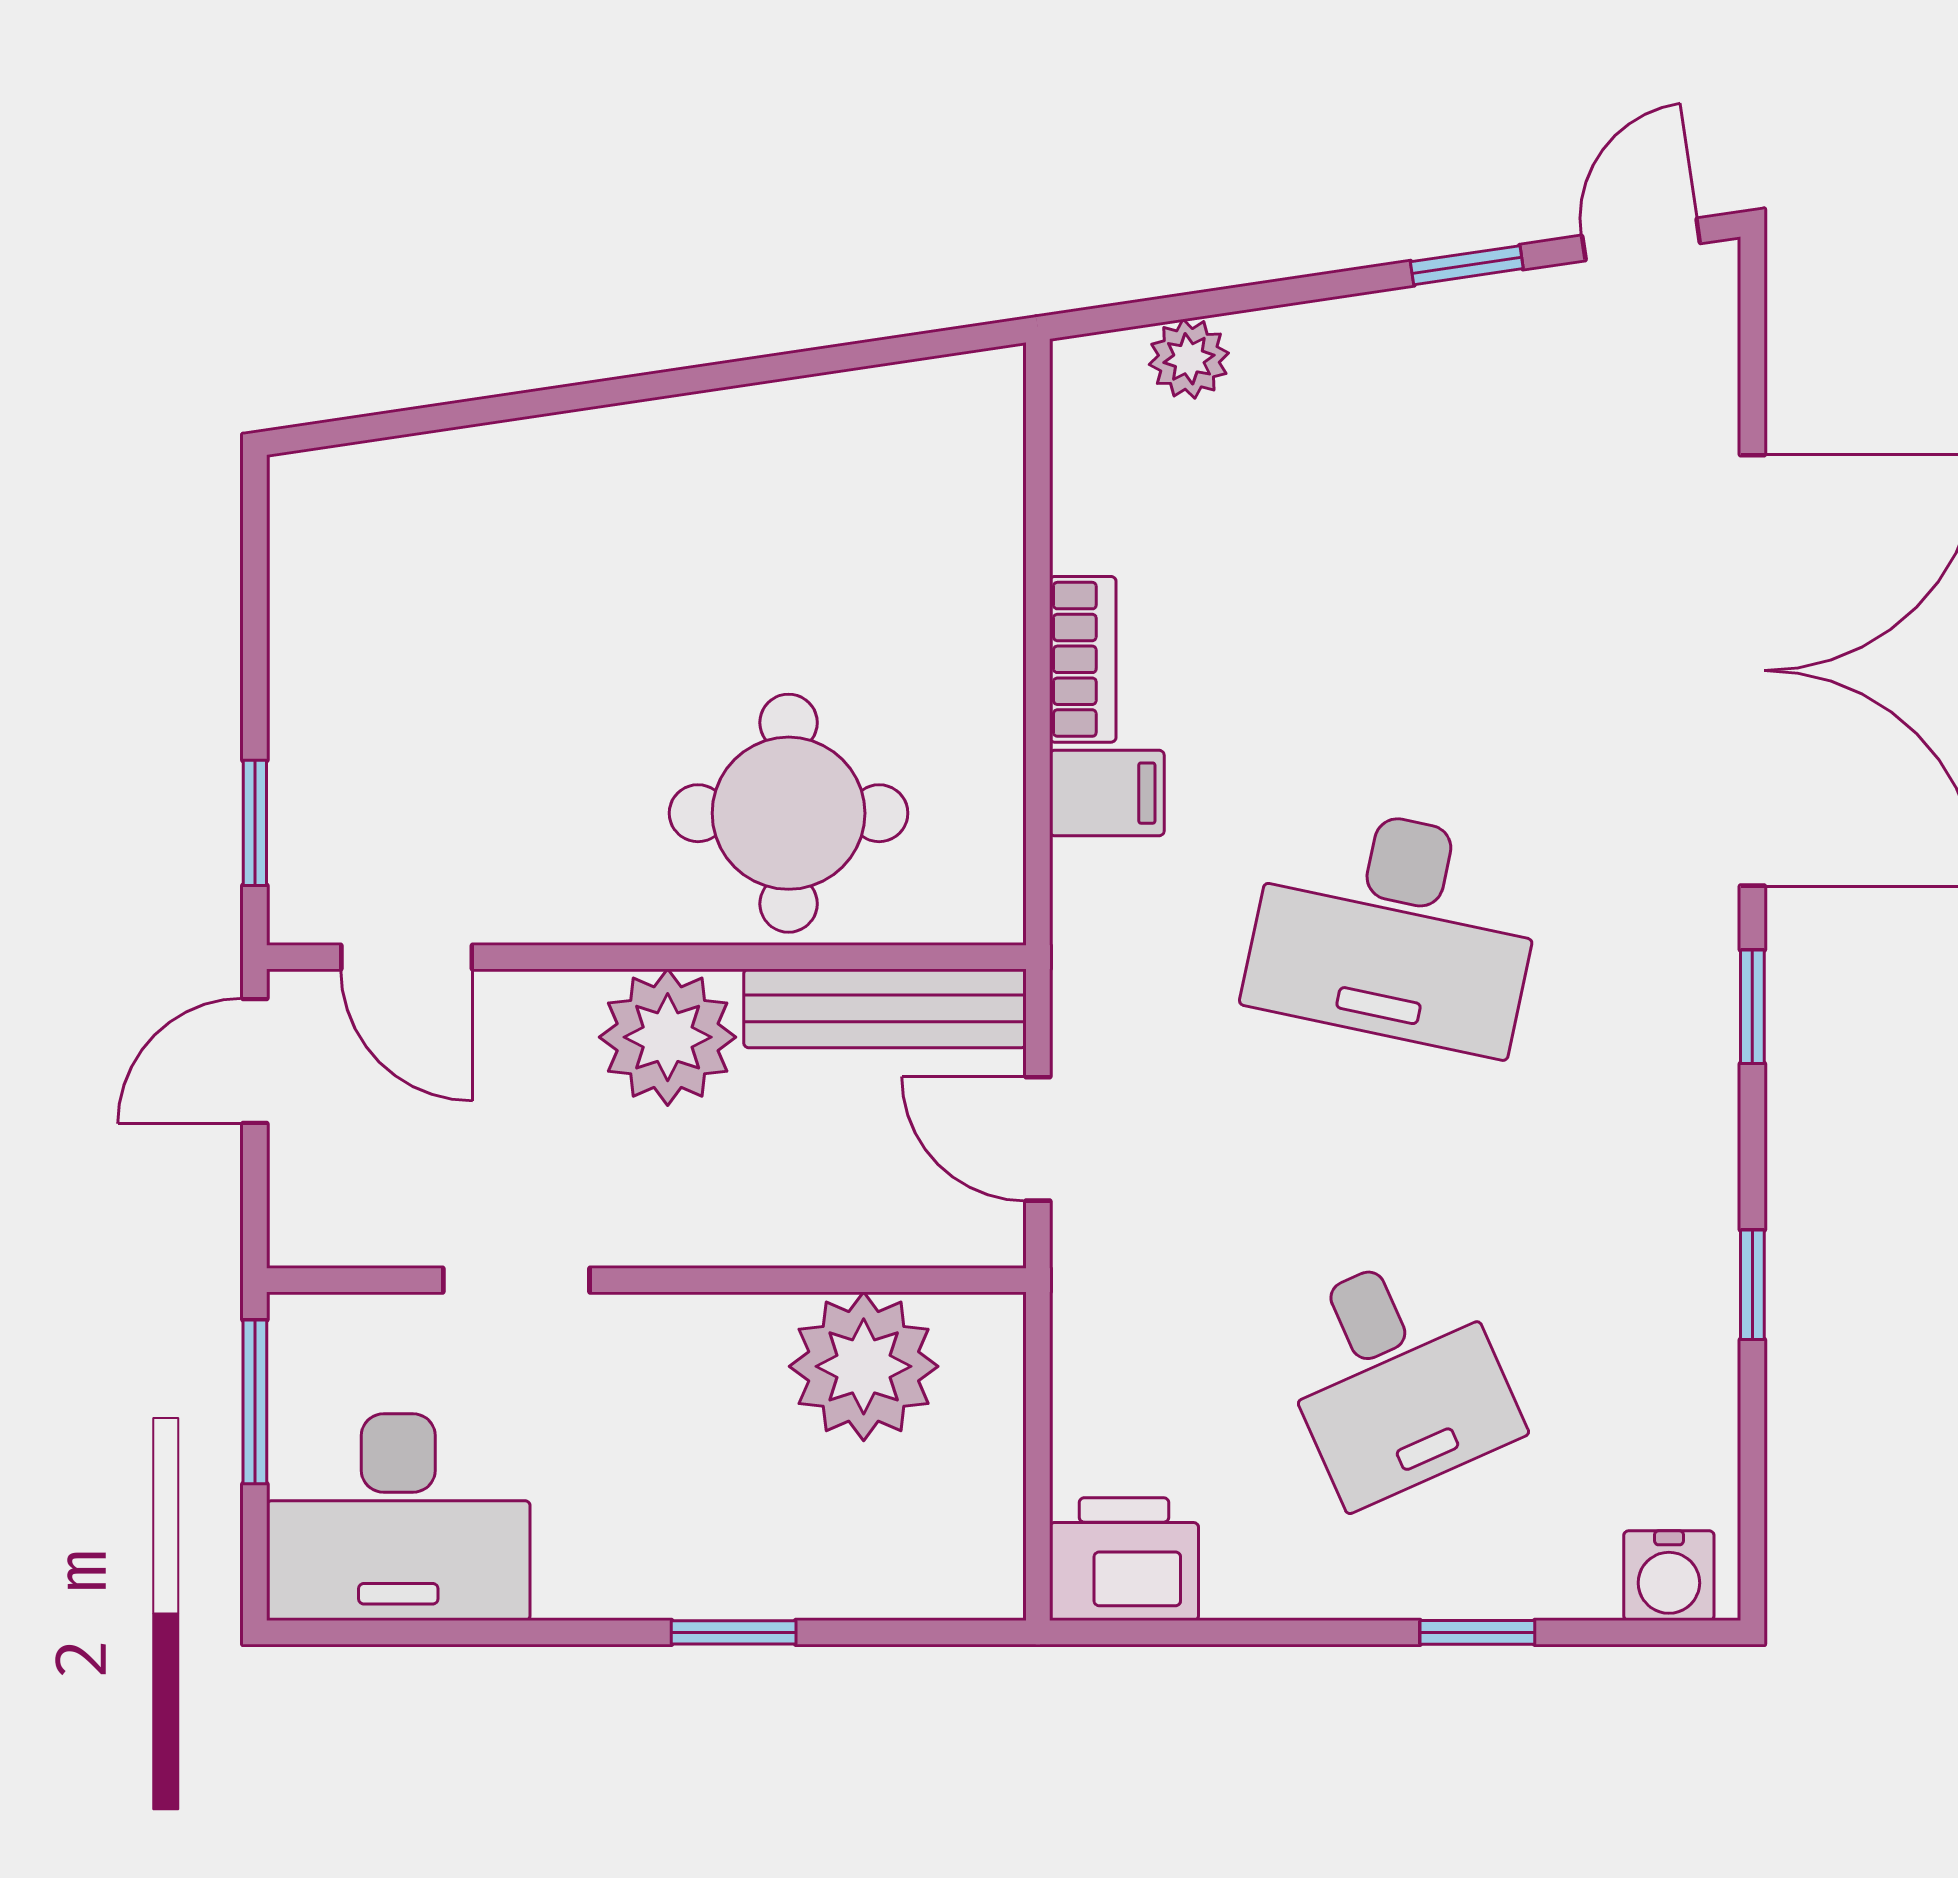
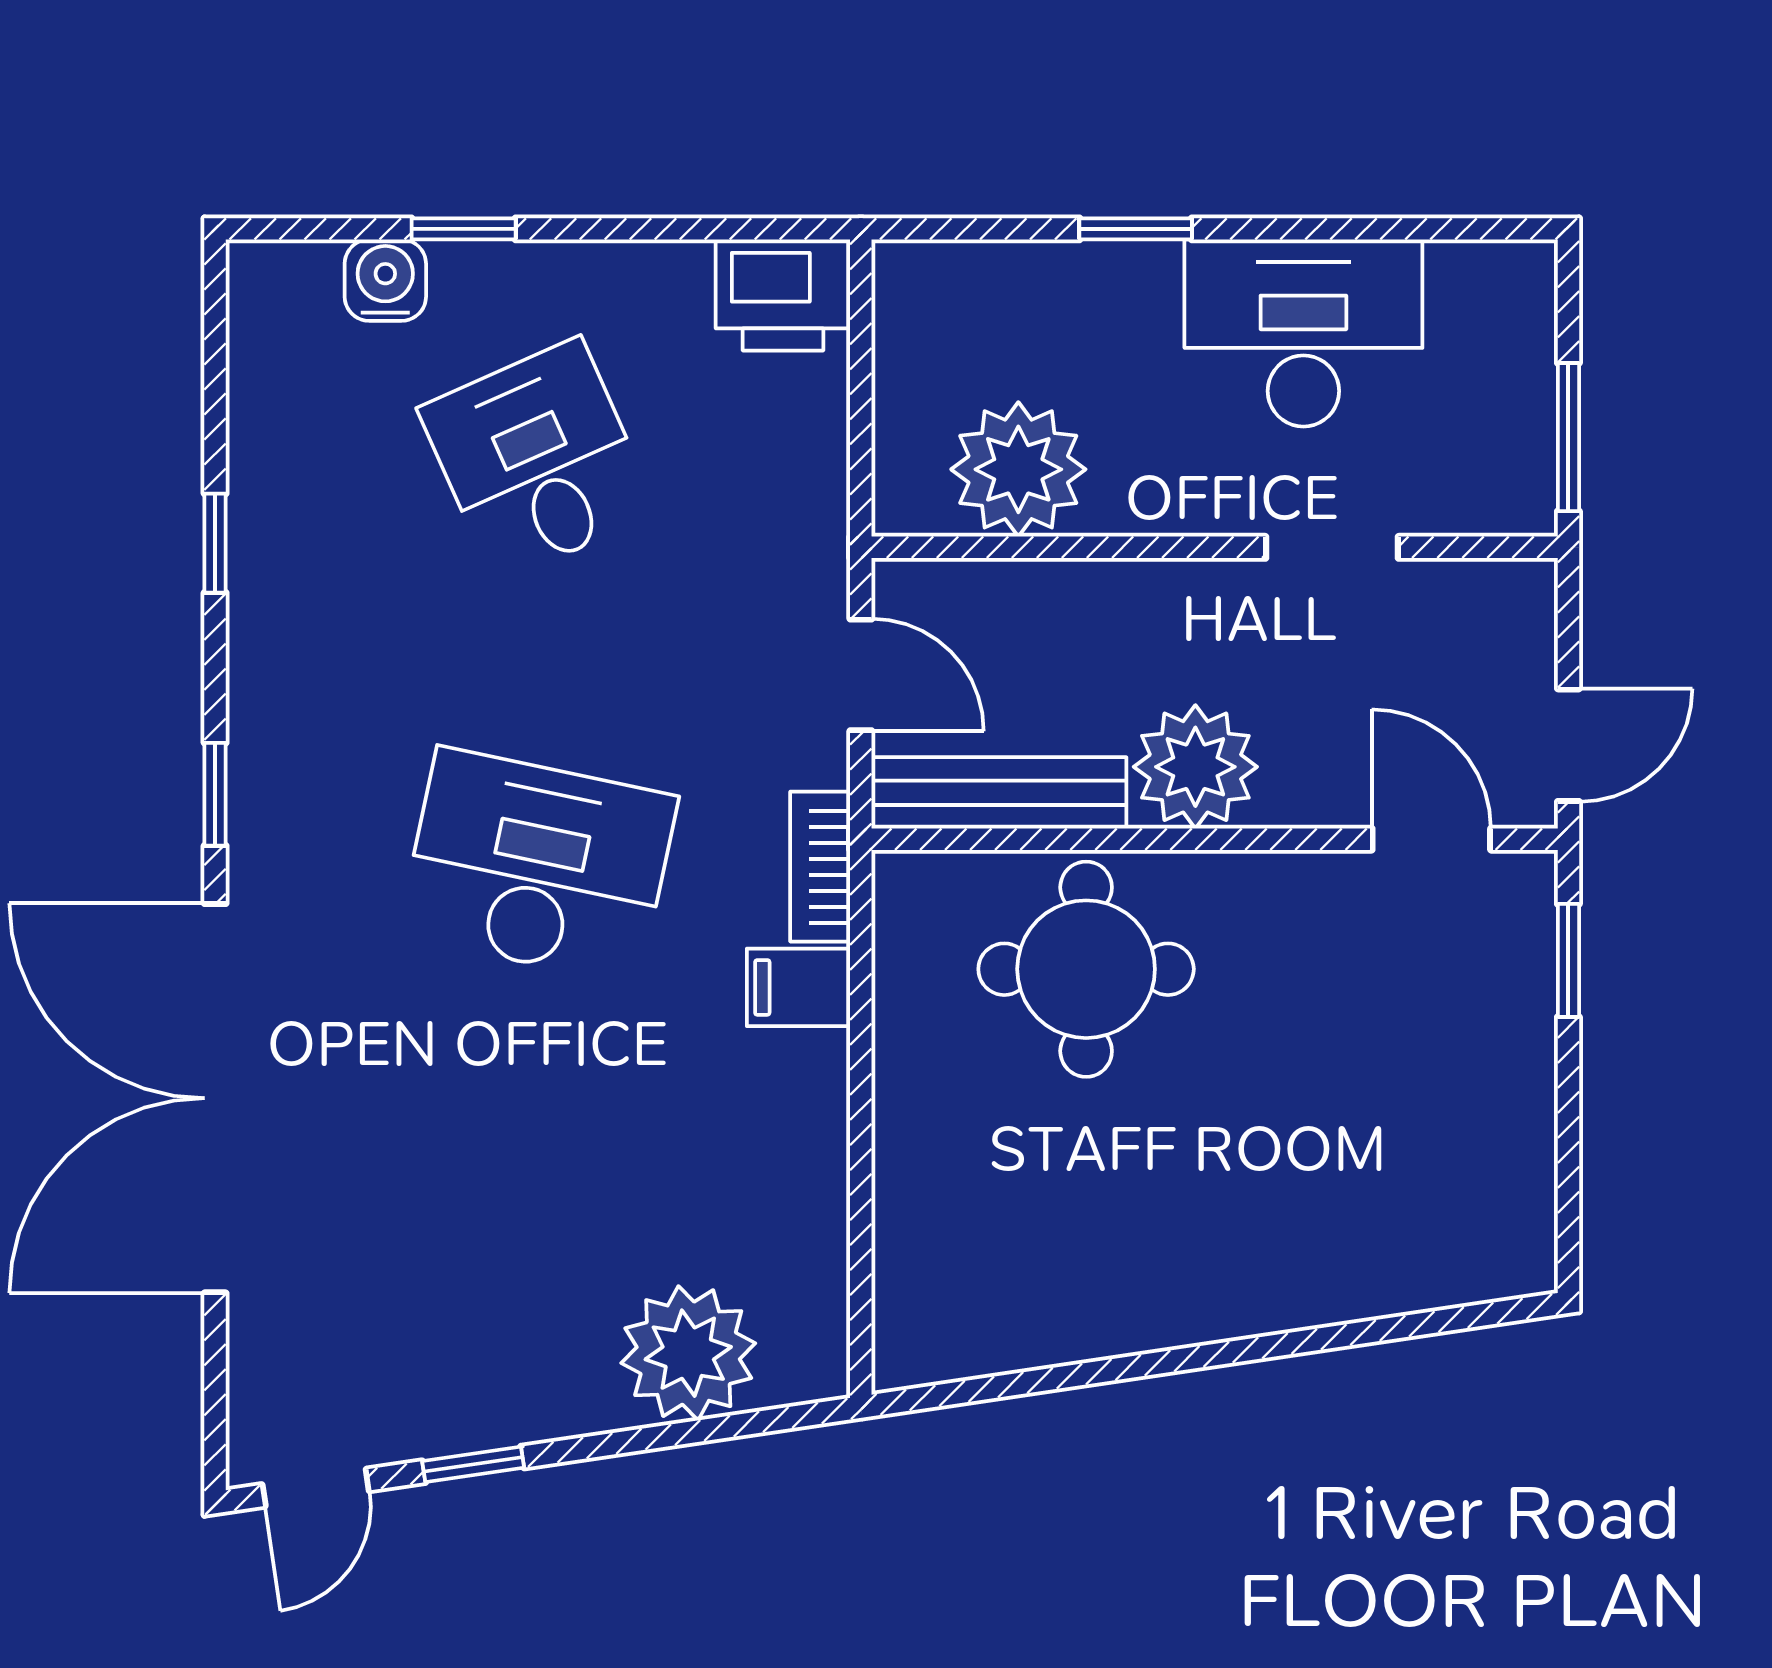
plant: (1189, 359) -> (688, 1353), width x1.88, depth x1.88
bookcase: (1083, 659) -> (820, 867), moved
desk: (398, 1517) -> (1303, 333), moved
water cooler: (1669, 1576) -> (385, 280), moved

